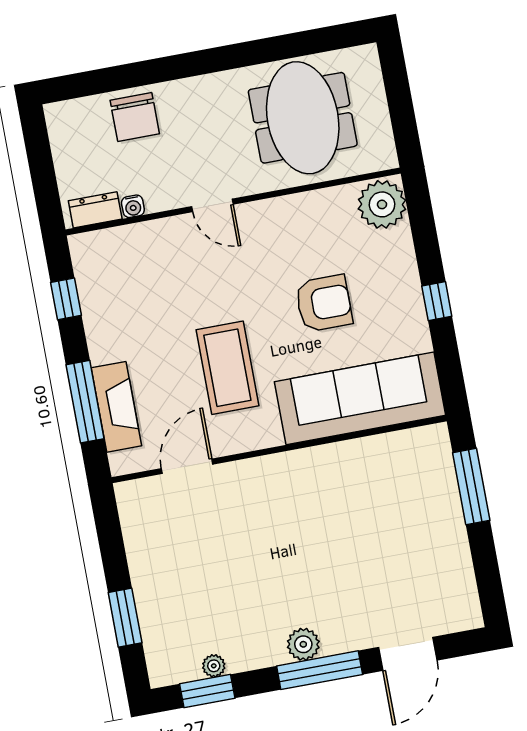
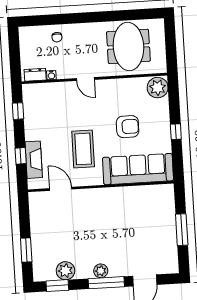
chair: (135, 117) -> (57, 37), width x0.54, depth x0.54
window: (85, 402) -> (21, 156), width x0.46
door: (187, 466) -> (61, 189), hinge flipped
window: (471, 486) -> (182, 230), moved
plant: (214, 666) -> (65, 271), width x1.88, depth x1.88

